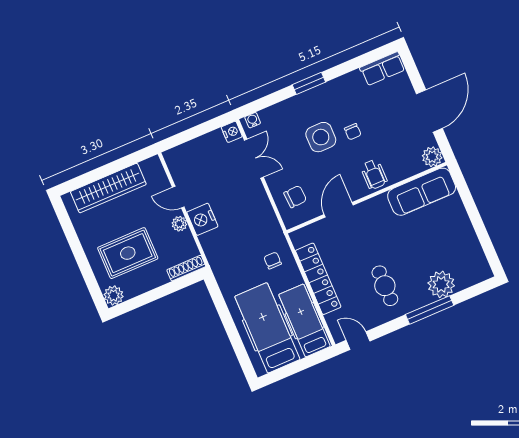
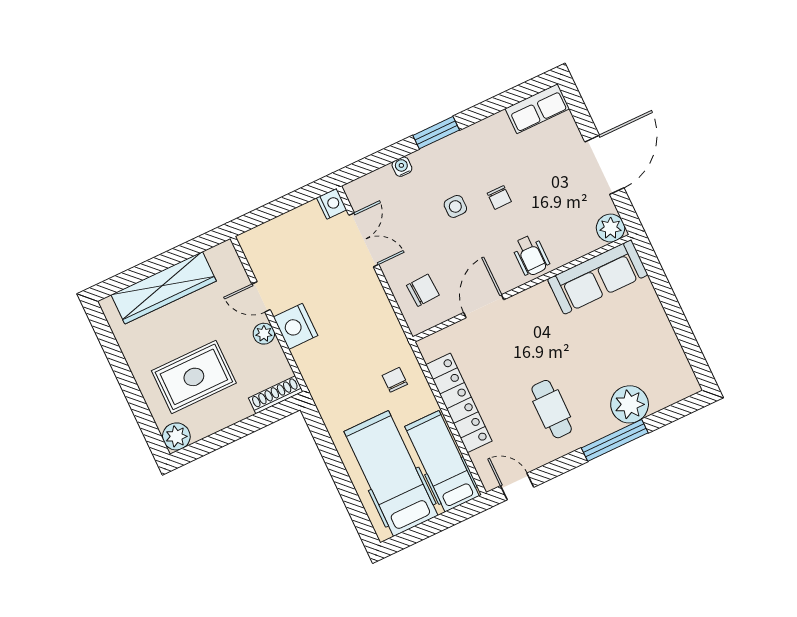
water cooler: (253, 120) -> (402, 167), moved
side table: (321, 137) -> (455, 206), width x0.54, depth x0.54

